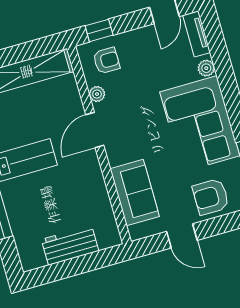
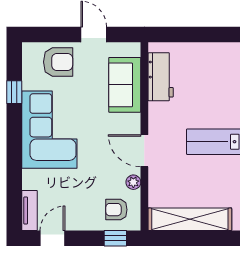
plant: (206, 68) -> (30, 178), removed
door: (95, 130) -> (144, 151), swing flipped
workbench: (70, 245) -> (161, 77), moved, turned -90

